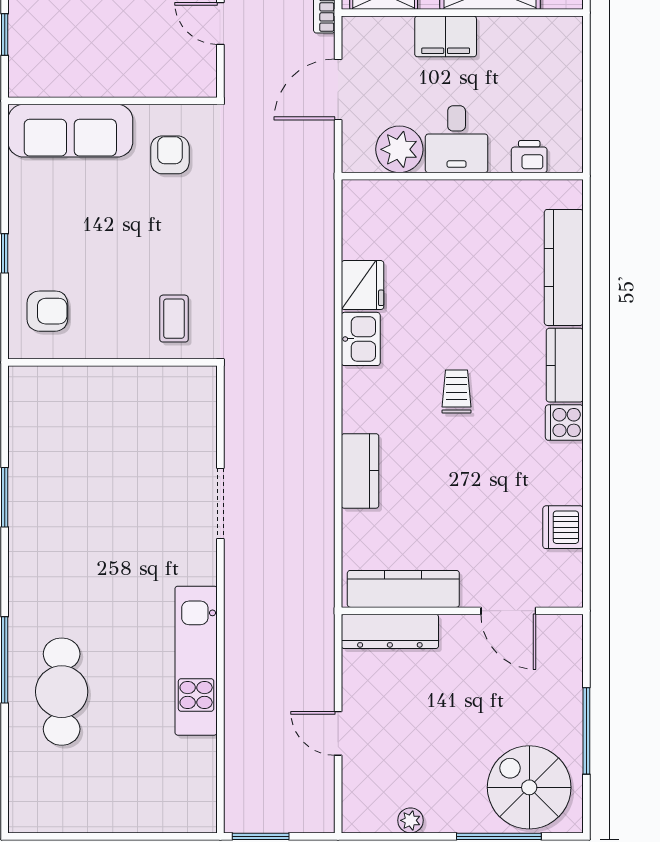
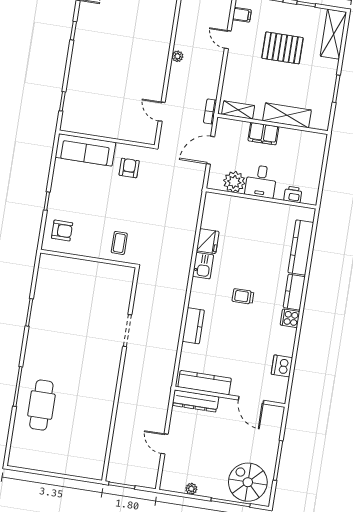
trolley: (456, 392) -> (243, 296), turned -90
kitchen unit: (196, 661) -> (105, 401), removed

